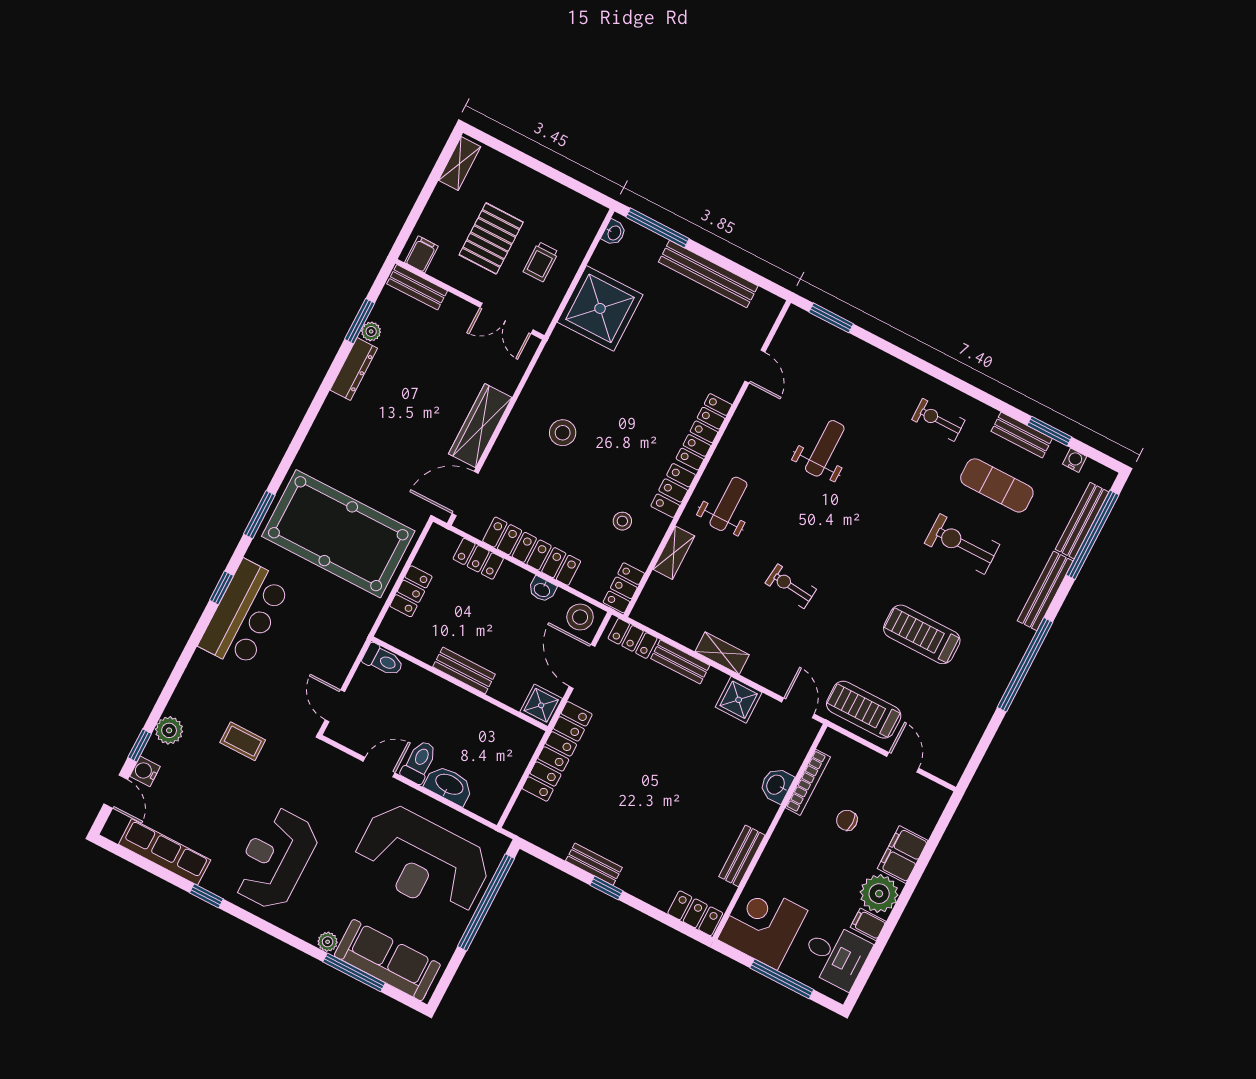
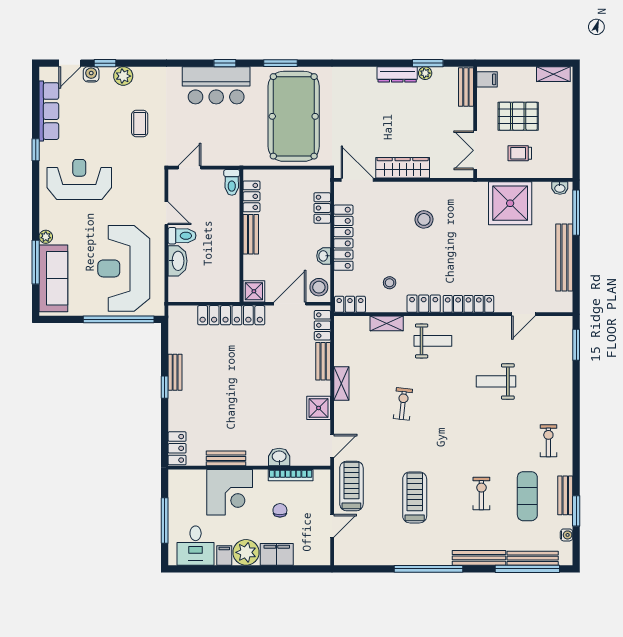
weight bench: (825, 448) -> (496, 381), turned 180
exercise bike: (962, 544) -> (481, 493), width x0.73, depth x0.72
locker: (411, 591) -> (251, 196), moved, turned -90
corner desk: (763, 925) -> (230, 492), moved, turned 90

